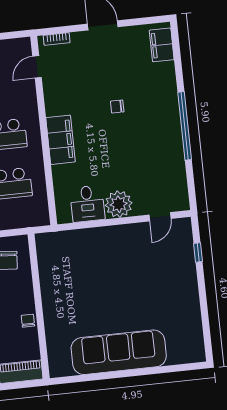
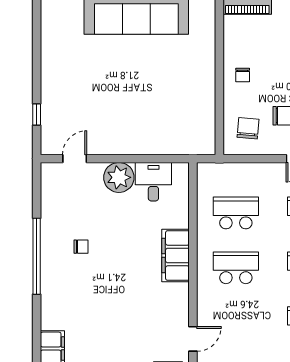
chair: (117, 107) -> (81, 247), moved
chair: (28, 321) -> (243, 75), moved

